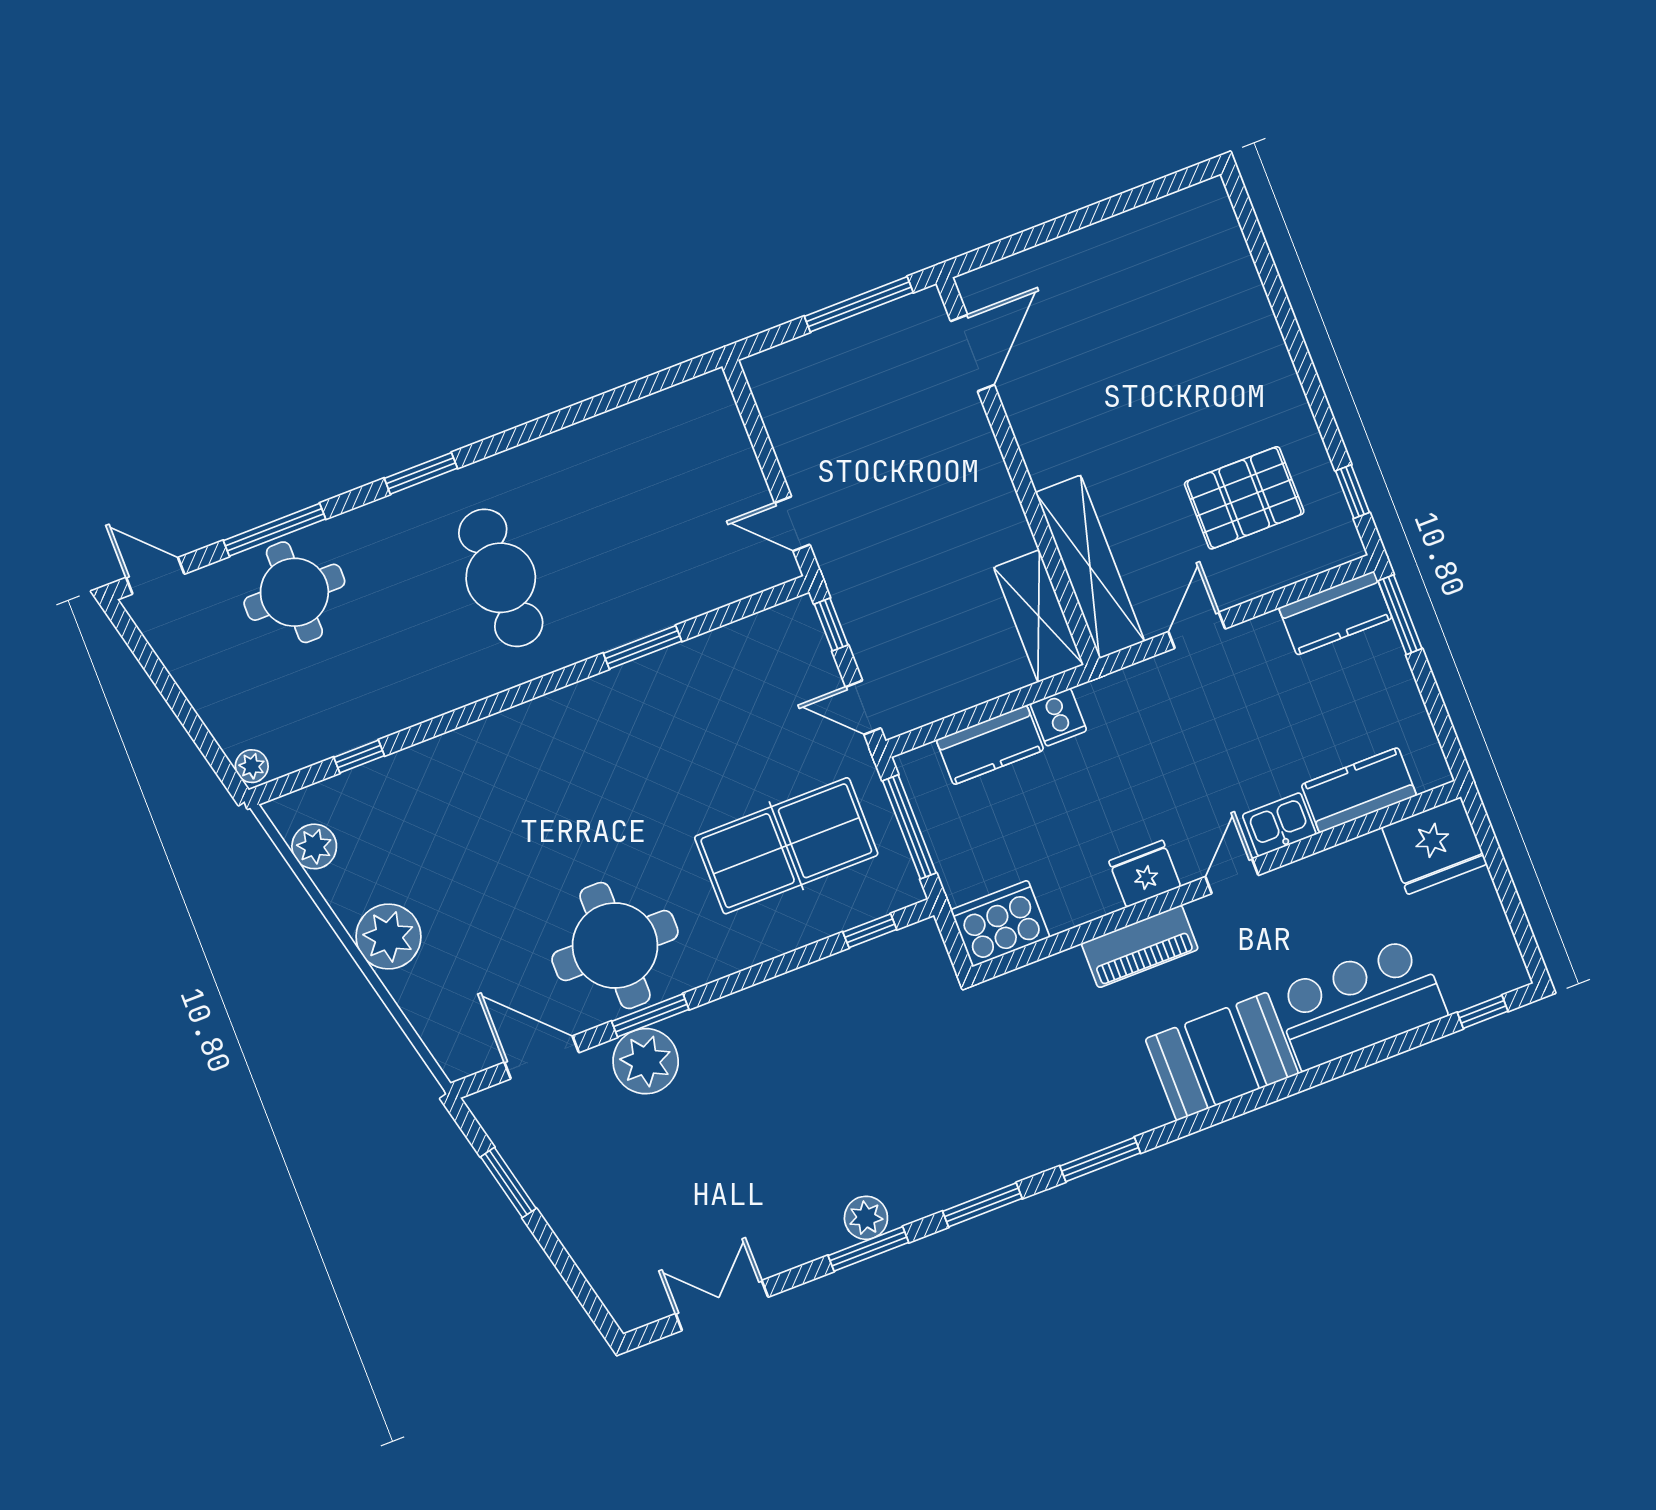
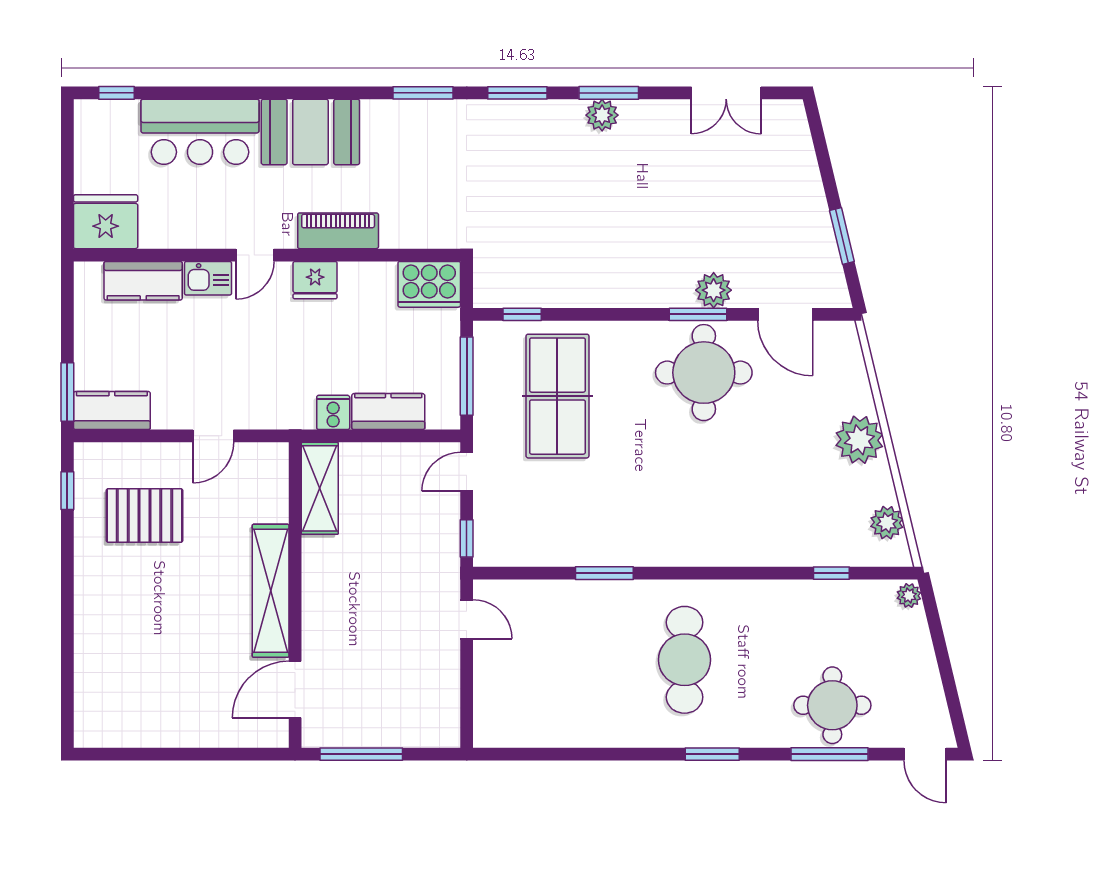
shelving: (1090, 567) -> (271, 591), moved
door: (863, 708) -> (467, 472), swing flipped
table tennis table: (786, 846) -> (557, 396), turned 90
plant: (646, 1061) -> (714, 290), width x0.73, depth x0.73

